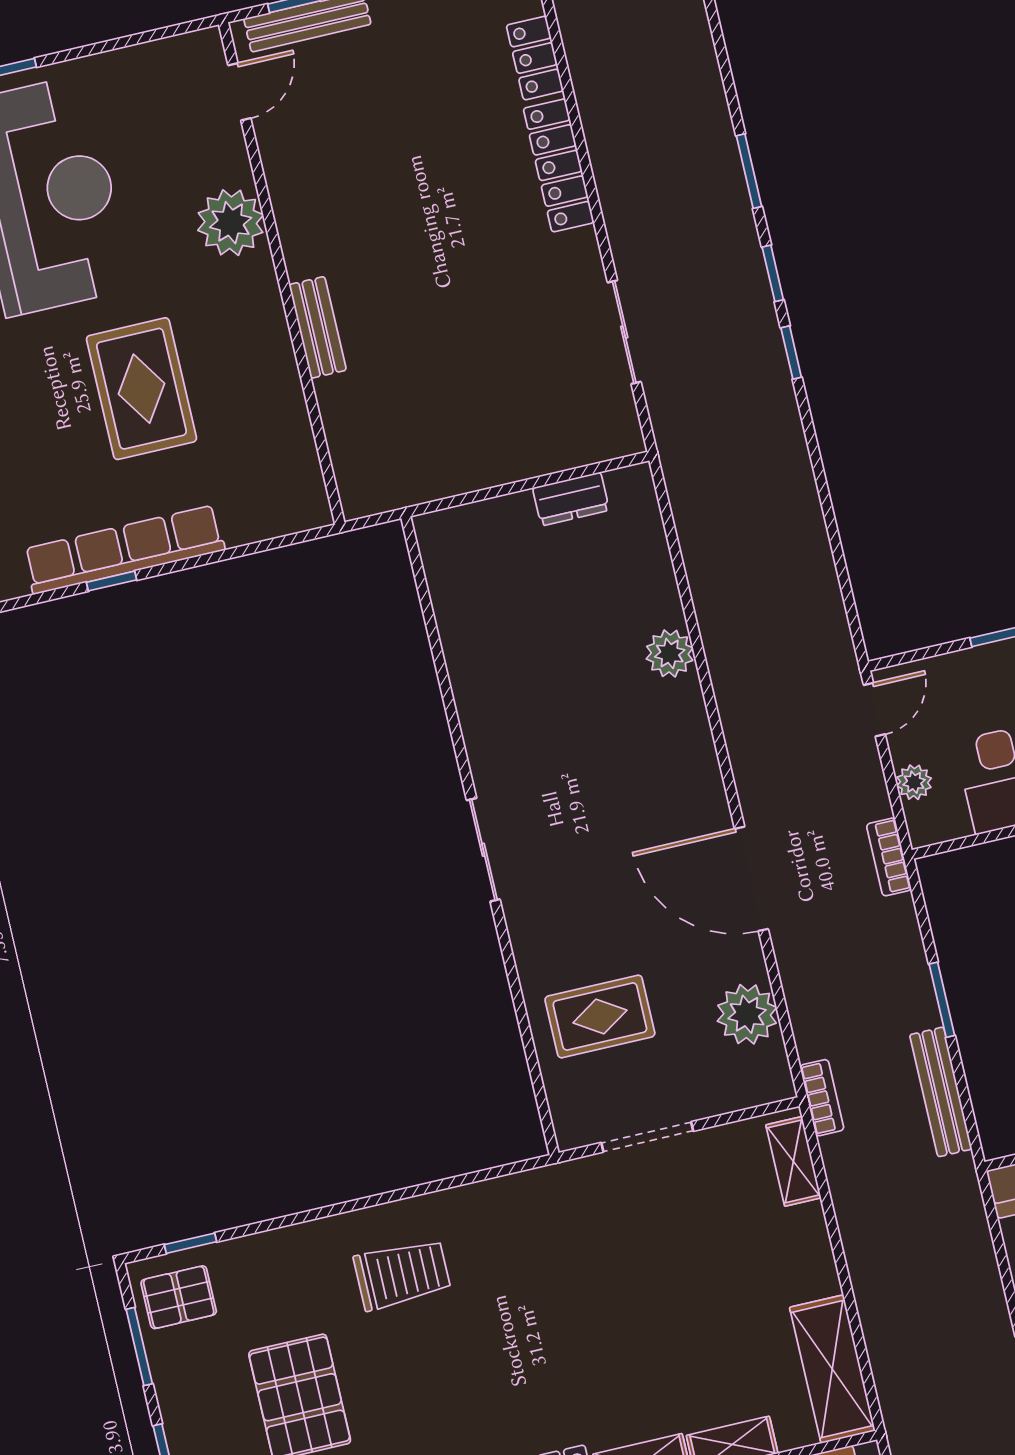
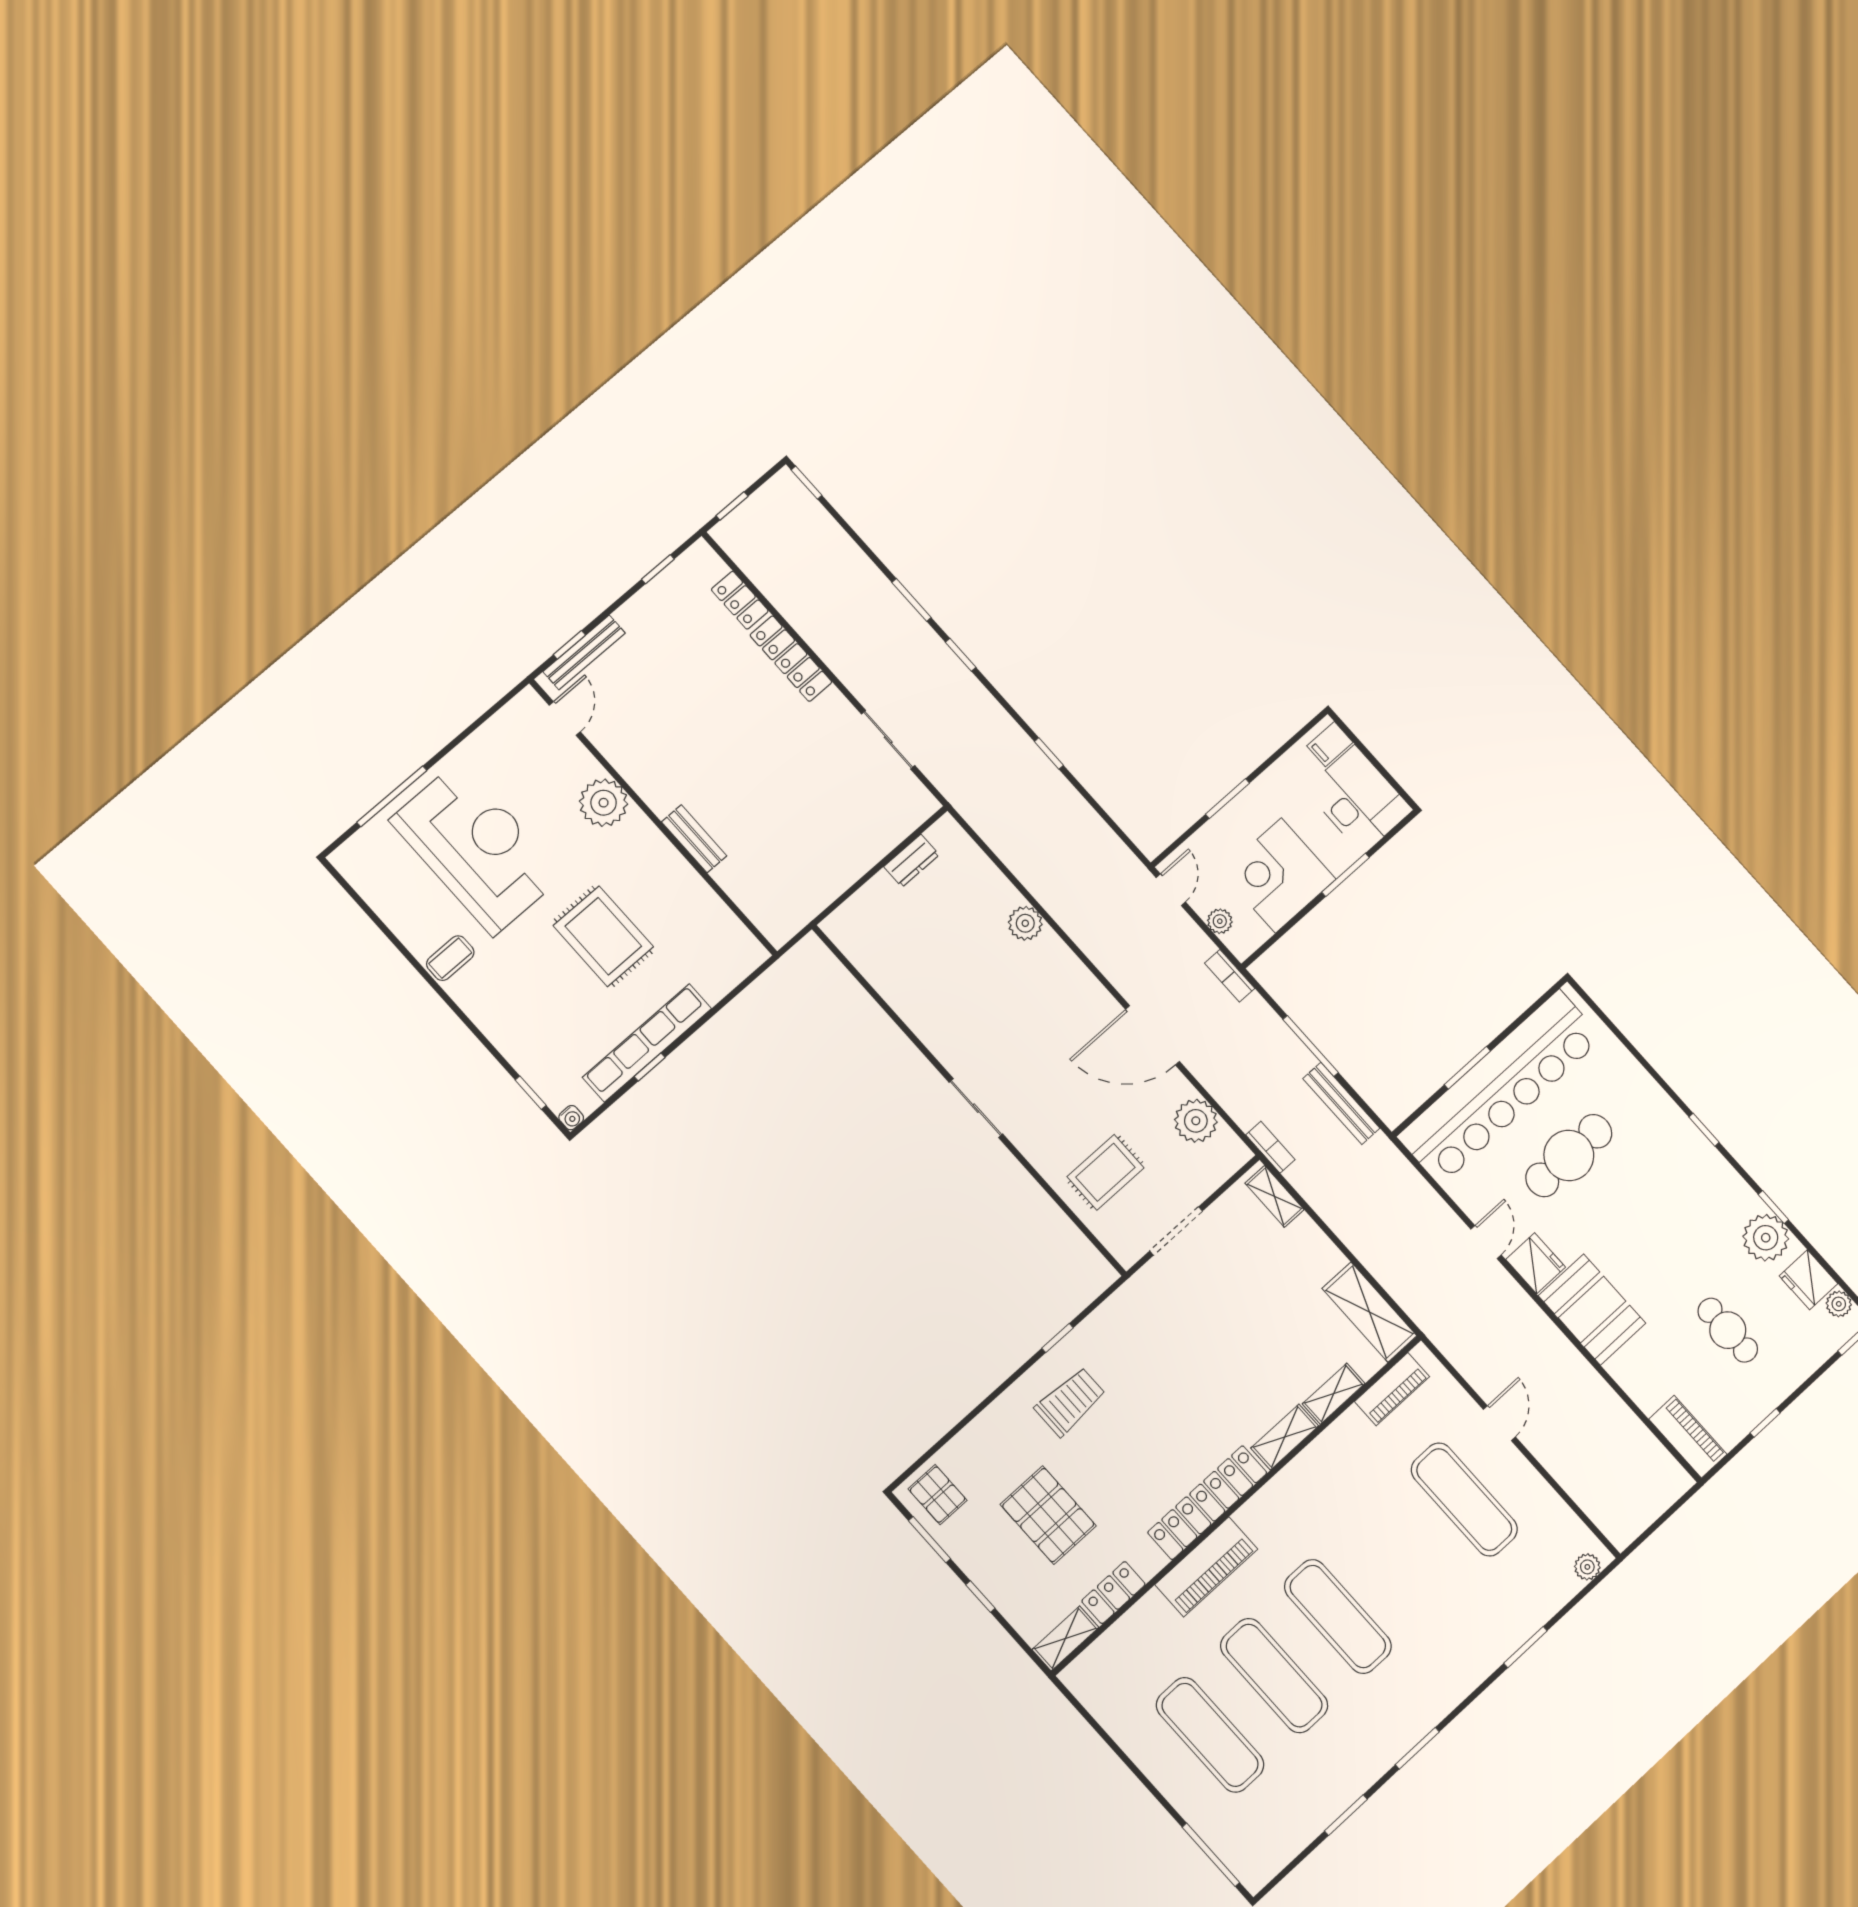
window: (791, 352) -> (1049, 753), moved
window: (942, 1000) -> (1311, 1046), width x1.44
window: (190, 1243) -> (1057, 1338), moved
pallet: (179, 1297) -> (938, 1495), turned 90

